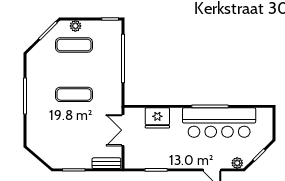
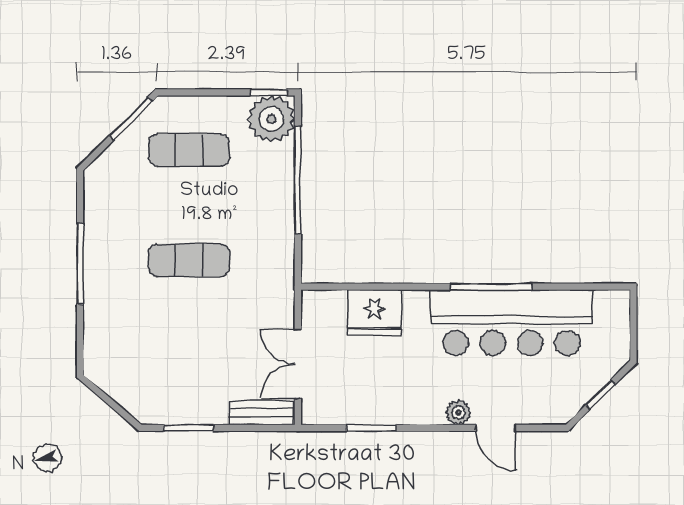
plant: (75, 26) -> (271, 119), moved, width x1.88, depth x1.88
double door: (123, 130) -> (298, 364), moved
plant: (237, 163) -> (458, 413), moved

